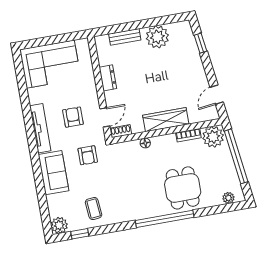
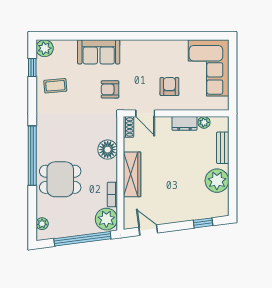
plant: (104, 59) -> (204, 122), added
armchair: (73, 117) -> (169, 87), moved, turned -90
tv unit: (40, 128) -> (146, 46), removed
floor lamp: (145, 143) -> (108, 150), width x1.89, depth x1.89

